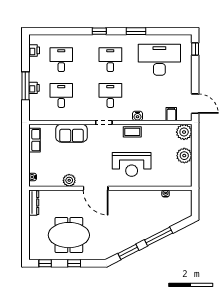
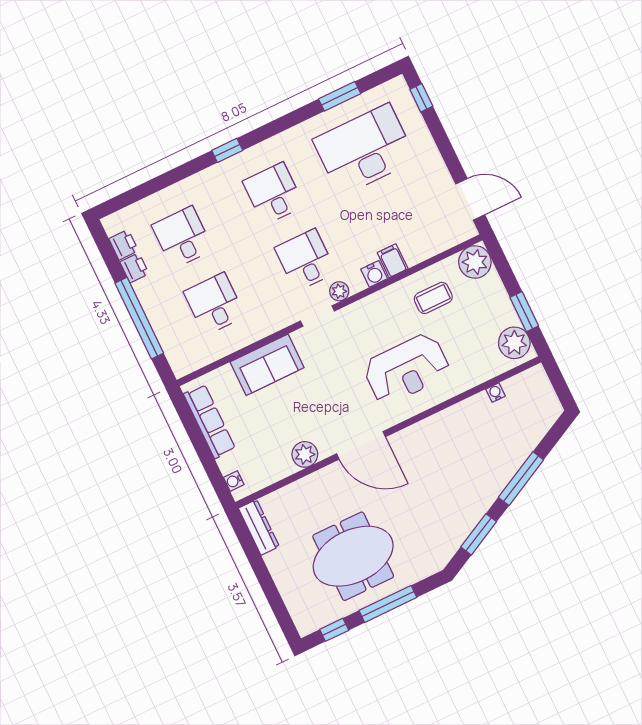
window: (136, 31) -> (340, 96), moved
window: (25, 86) -> (139, 318), width x1.46
printer: (34, 88) -> (134, 268), moved
filing cabinet: (171, 114) -> (393, 261), moved
plant: (119, 116) -> (339, 291), added
coffee table: (132, 132) -> (433, 298), moved
row of seats: (34, 140) -> (210, 421), width x1.48
plant: (184, 156) -> (514, 343), moved
window: (195, 164) -> (524, 312), added
window: (74, 263) -> (388, 604), width x2.17

